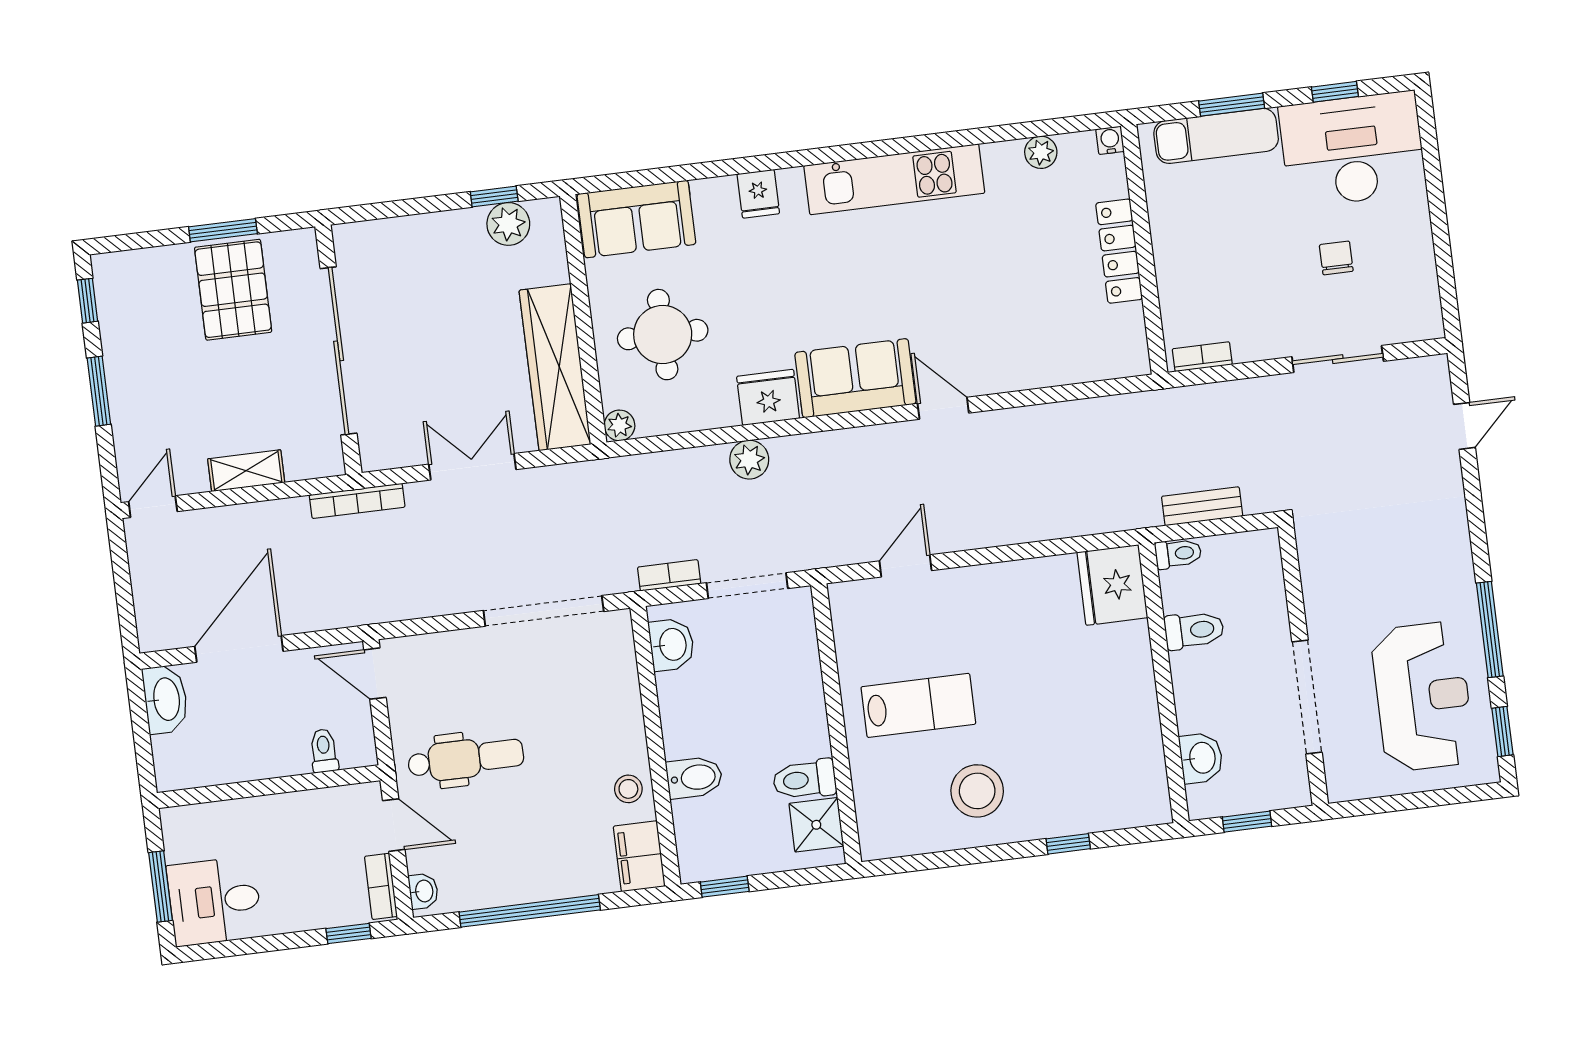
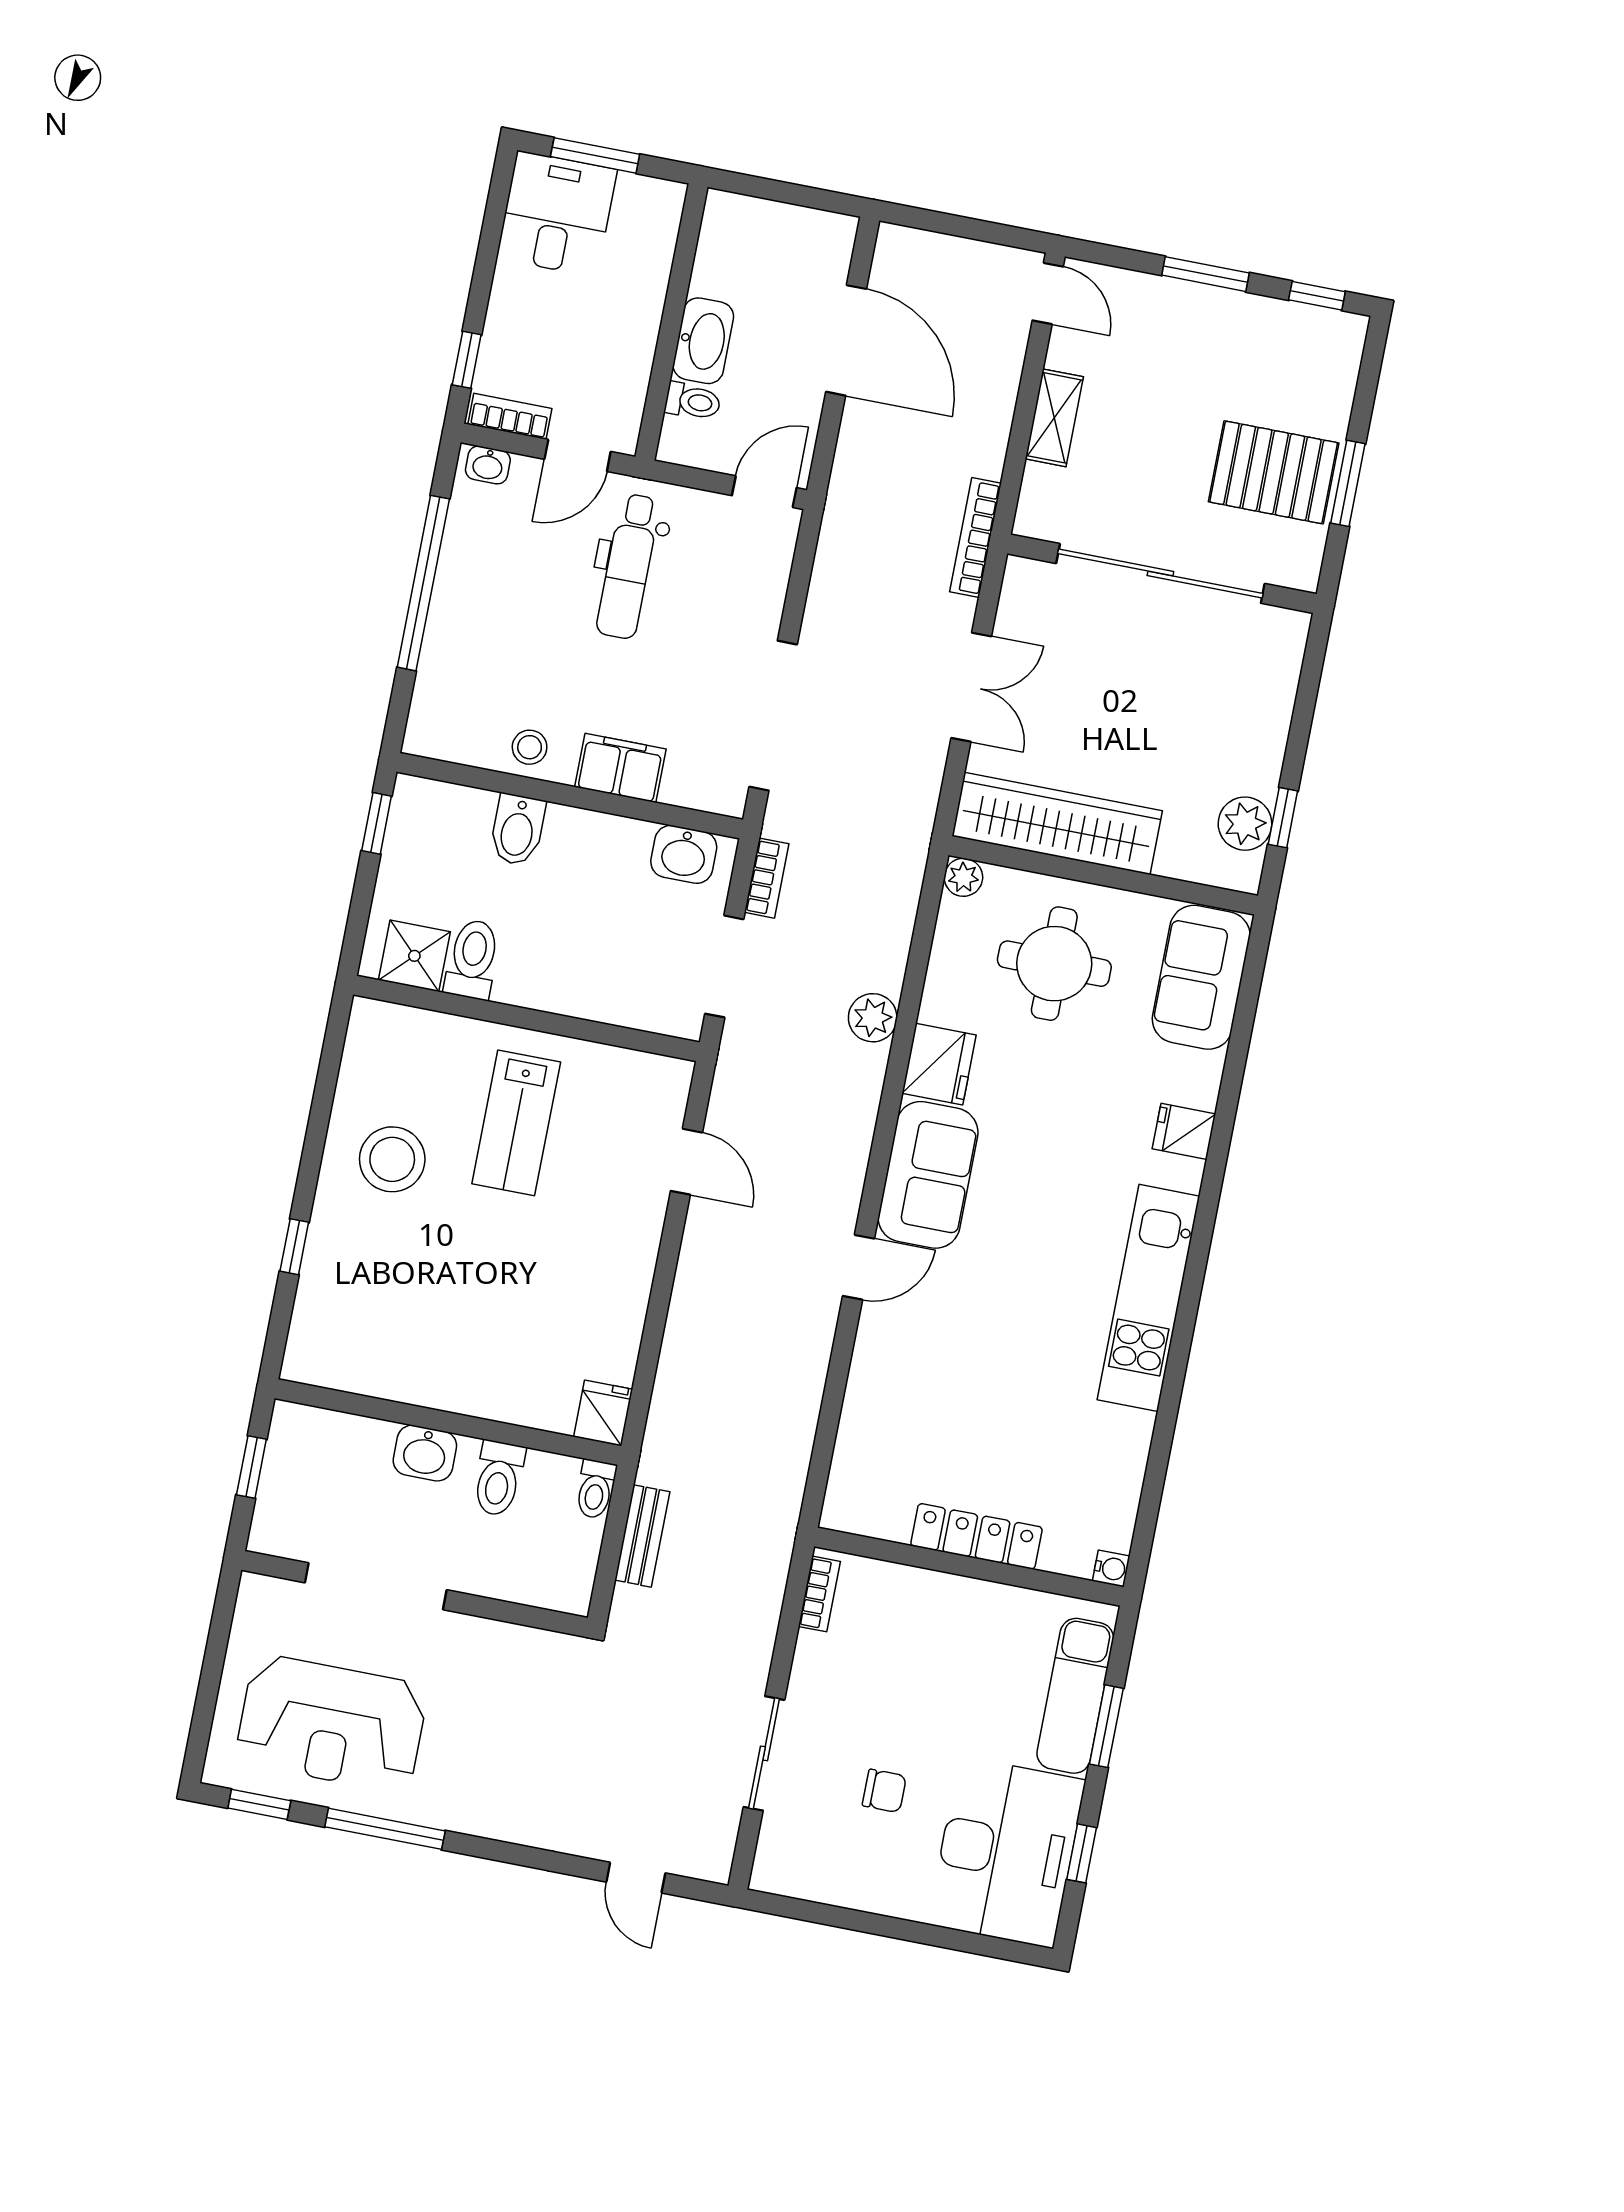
plant: (1041, 152) -> (1124, 1482), removed
fridge: (1112, 585) -> (603, 1413), width x0.53, depth x0.75
washbasin: (165, 699) -> (703, 341), moved, turned -90
washbasin: (1201, 758) -> (425, 1453), moved
filing cabinet: (639, 856) -> (620, 768), moved

